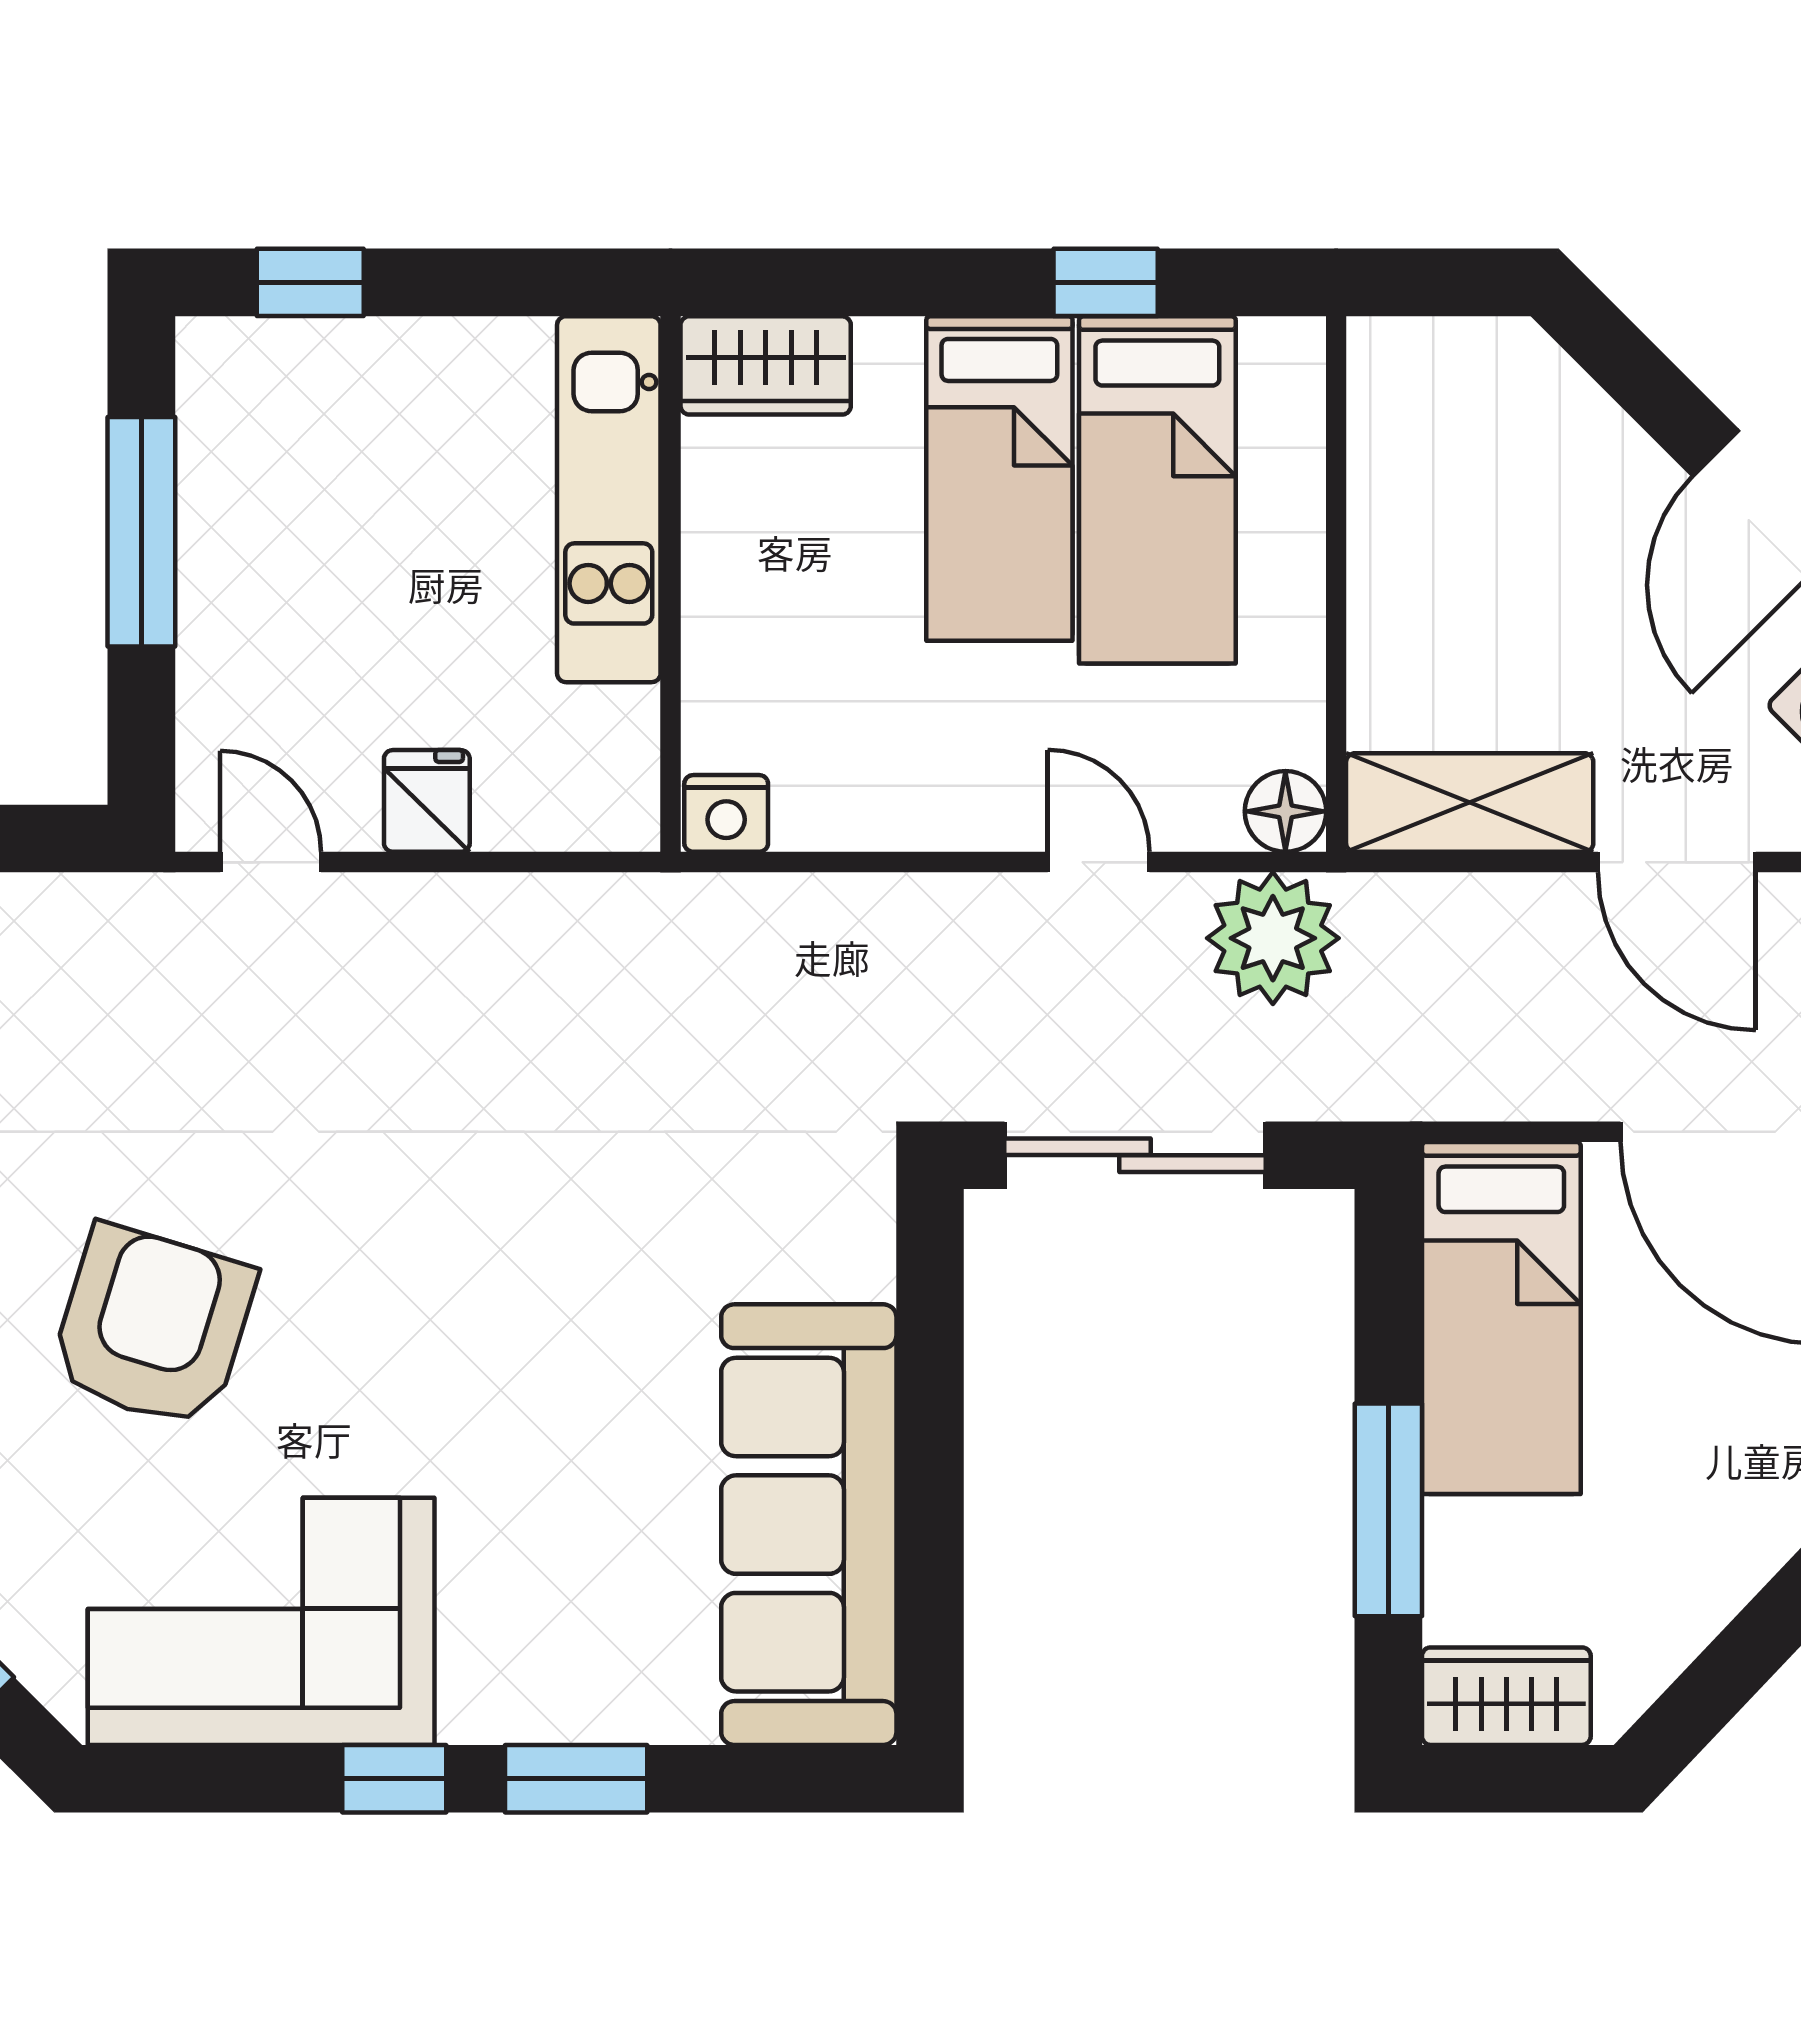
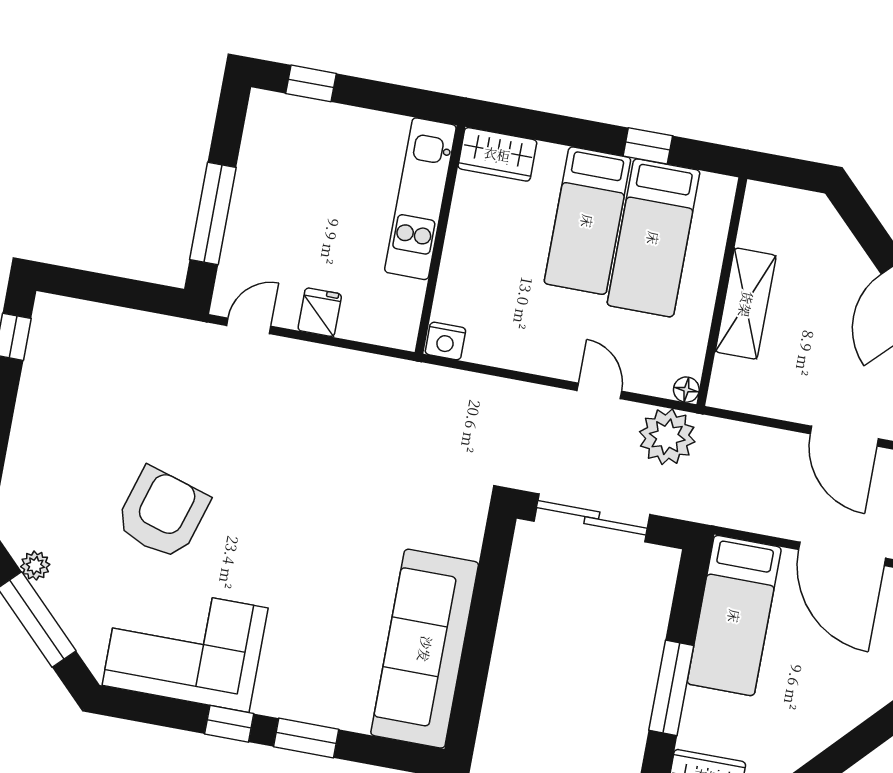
window: (141, 532) -> (213, 213), moved
shelving: (1470, 803) -> (746, 304), moved, turned 90
floor lamp: (1285, 811) -> (686, 390), width x0.73, depth x0.73
door: (271, 862) -> (249, 326), hinge flipped

